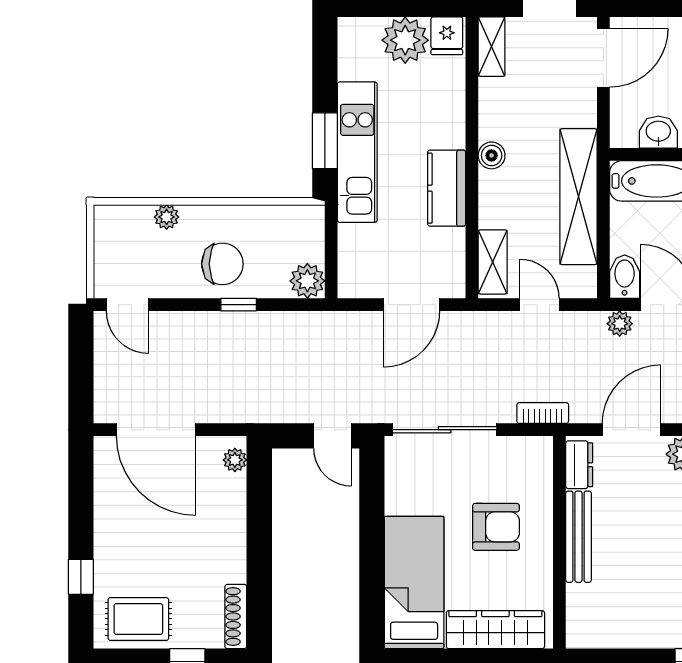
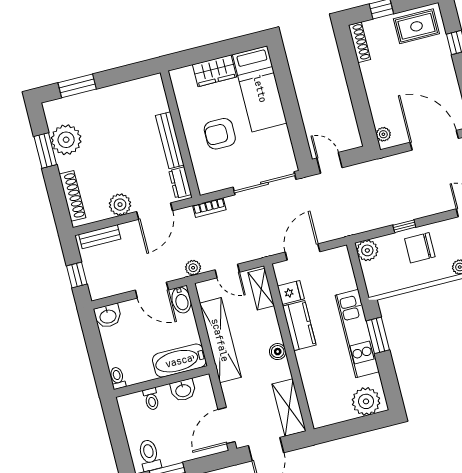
fridge: (447, 36) -> (291, 292), moved, turned 90
plant: (405, 40) -> (366, 401), moved
shelving: (492, 47) -> (289, 407), width x1.50, depth x1.33
plant: (620, 324) -> (193, 268), moved
wardrobe: (495, 630) -> (214, 71), width x0.67

